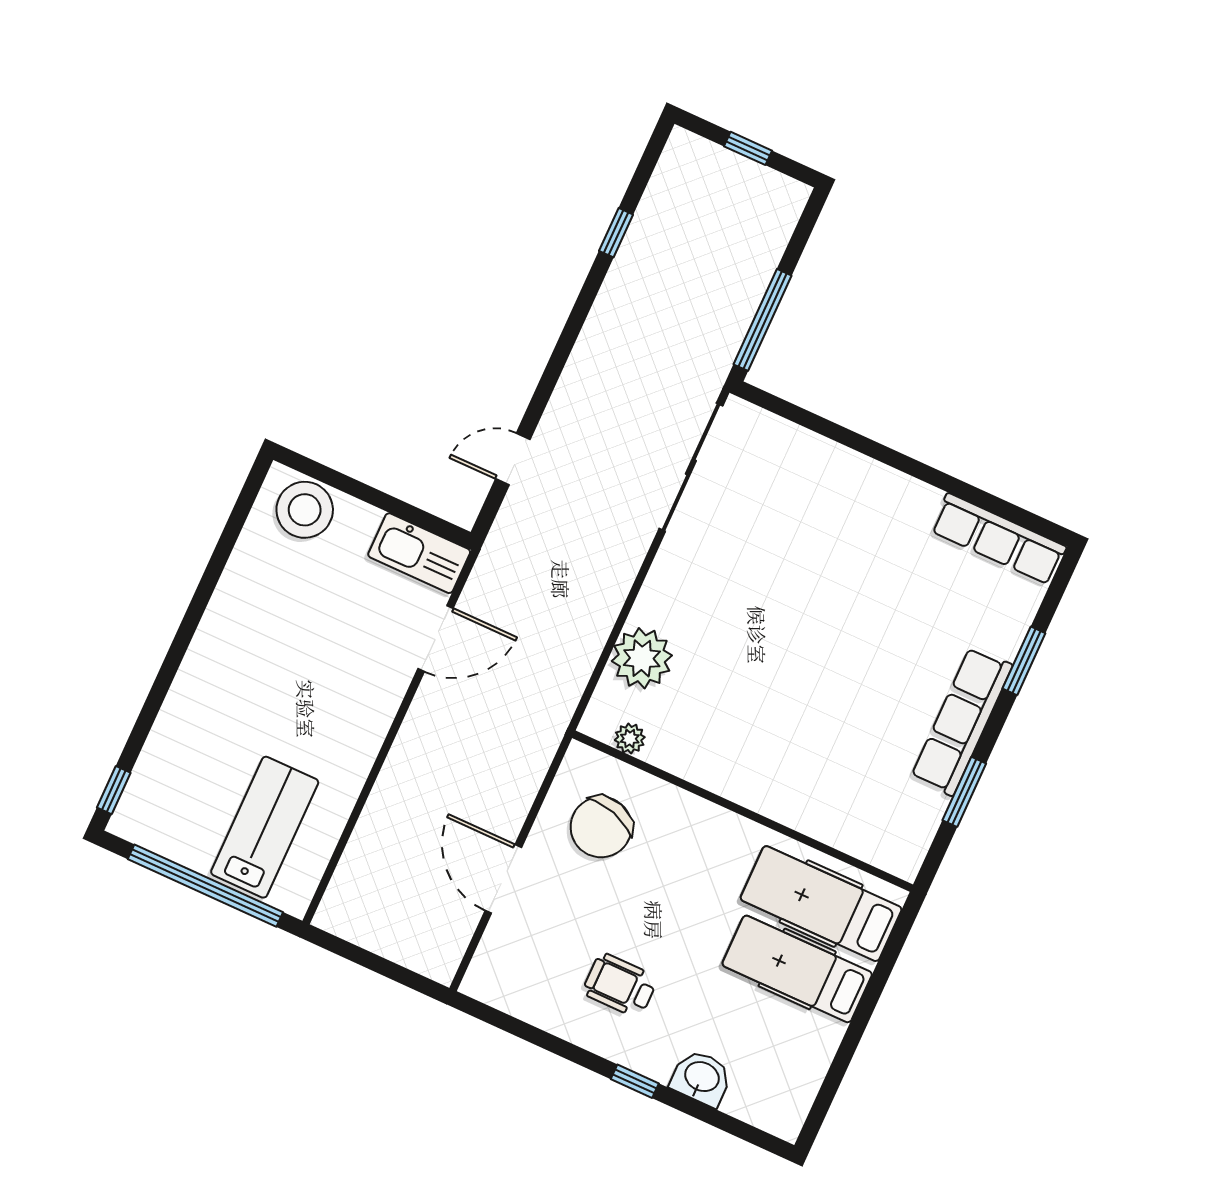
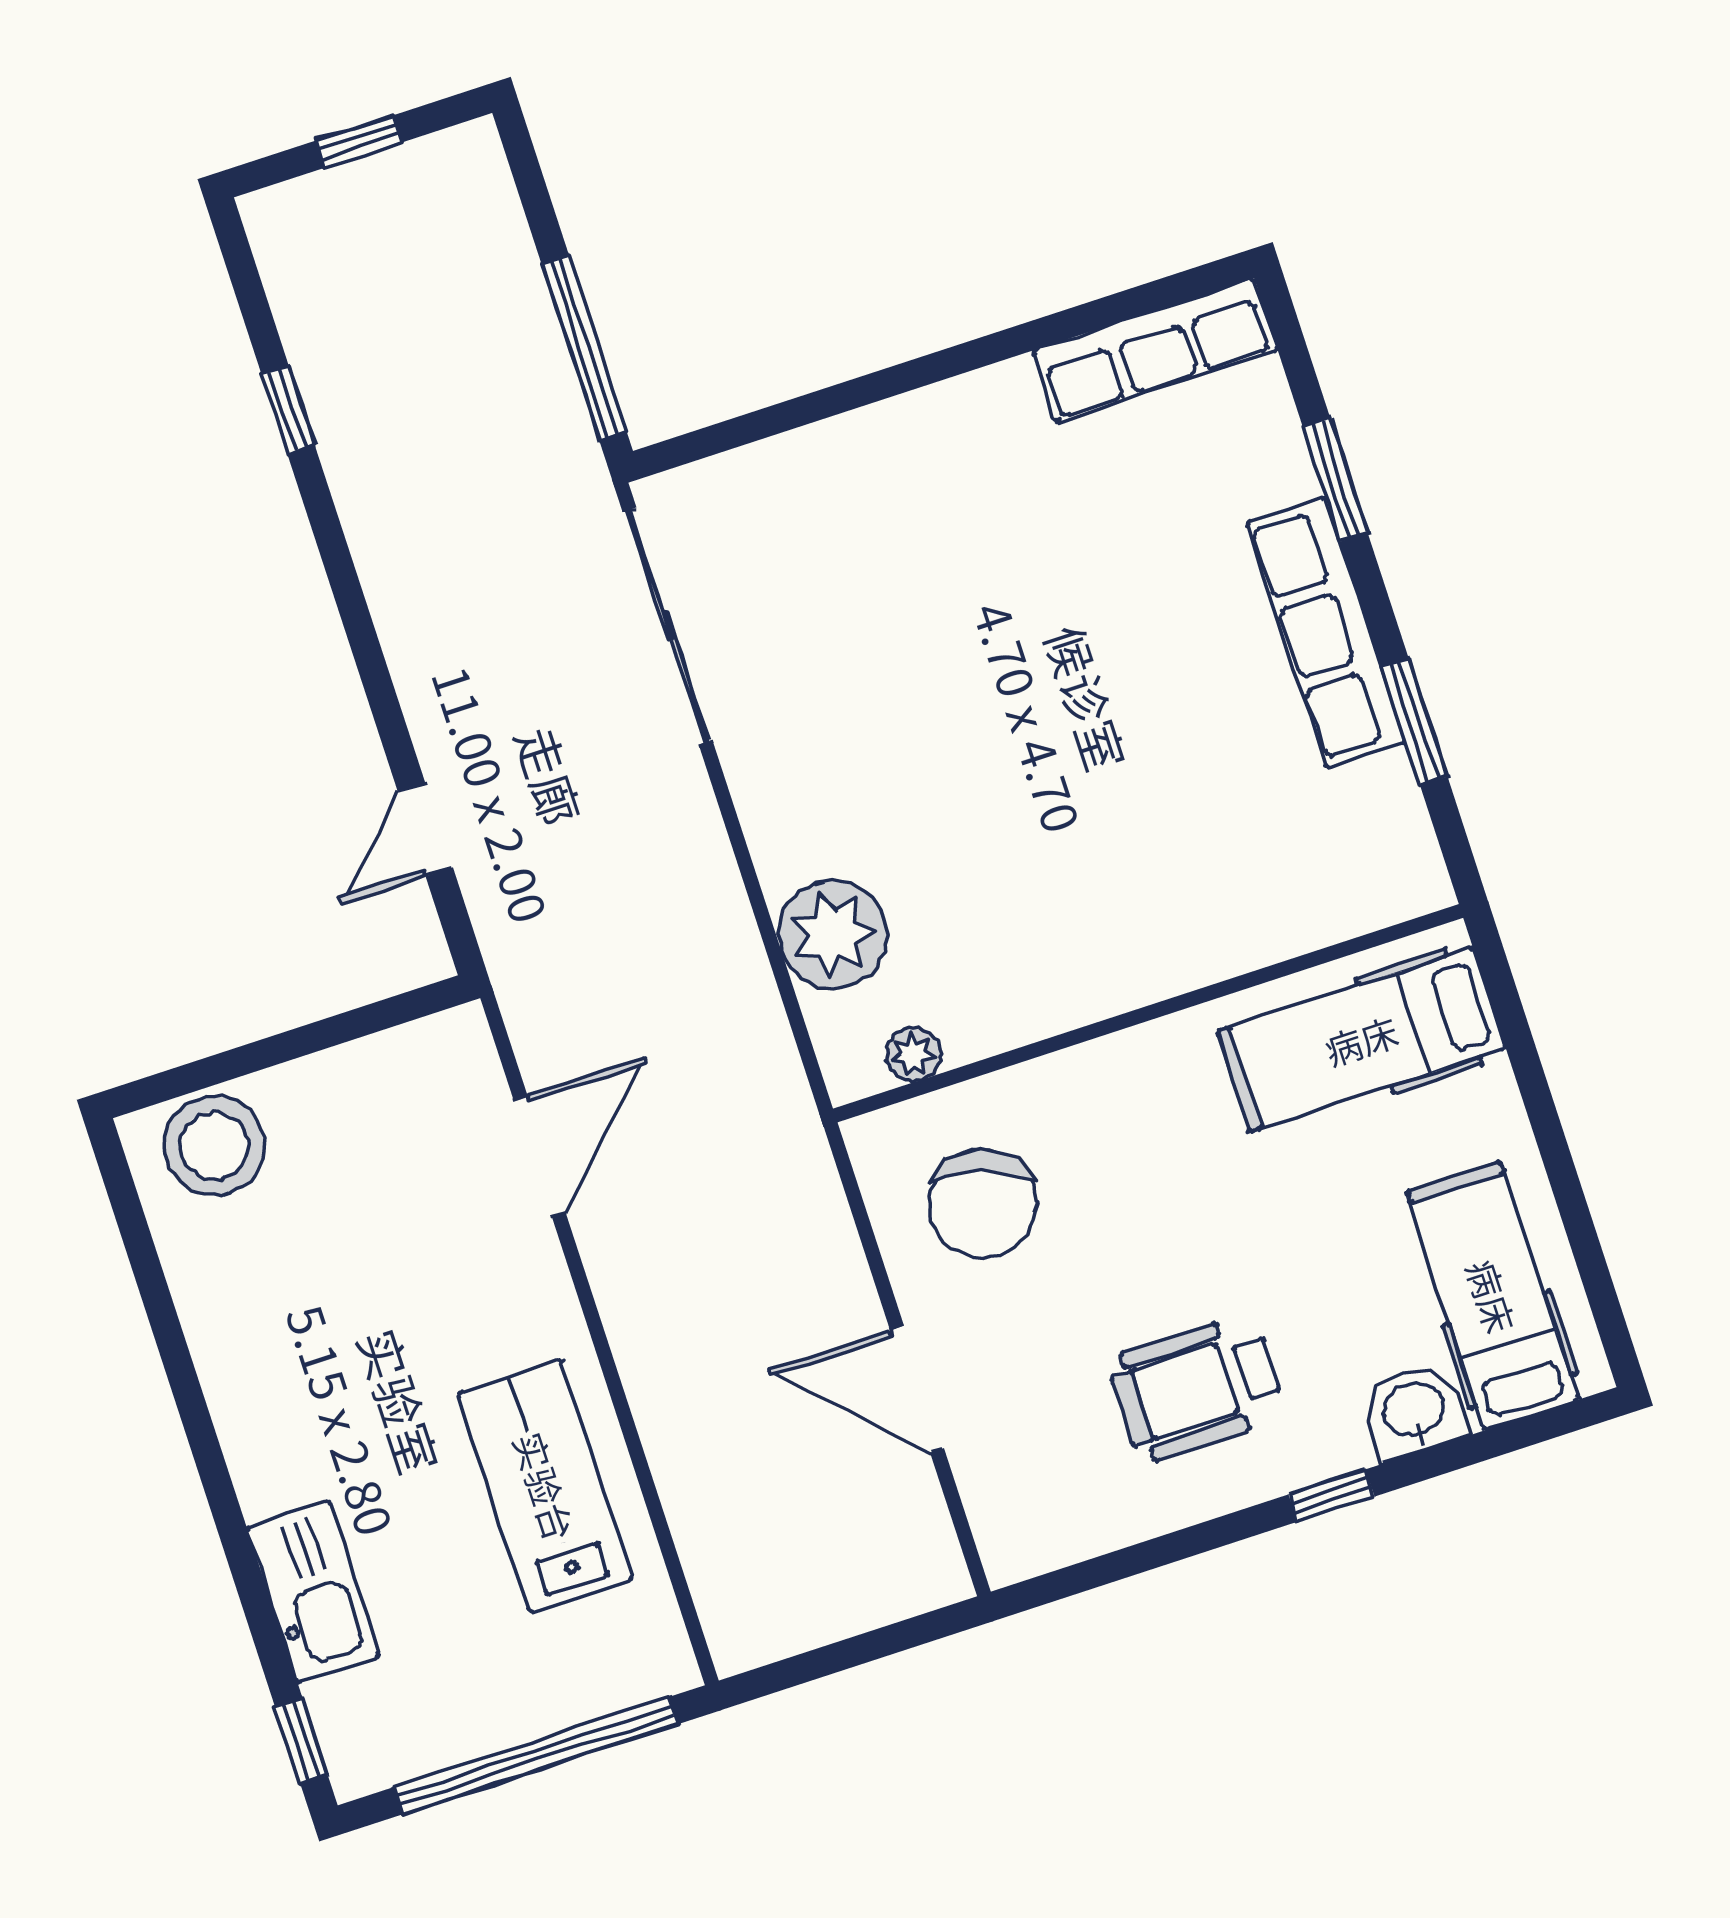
kitchen sink: (419, 553) -> (313, 1592), moved, turned -90
lab bench: (265, 827) -> (545, 1486), moved
hospital bed: (797, 969) -> (1492, 1296), moved, turned 90
wheelchair: (620, 985) -> (1197, 1388), width x1.36, depth x1.37

